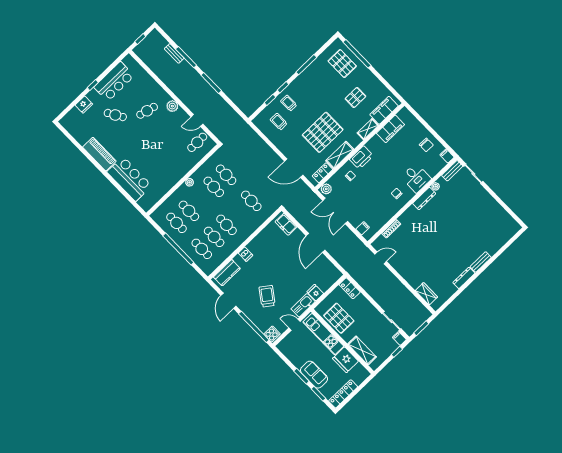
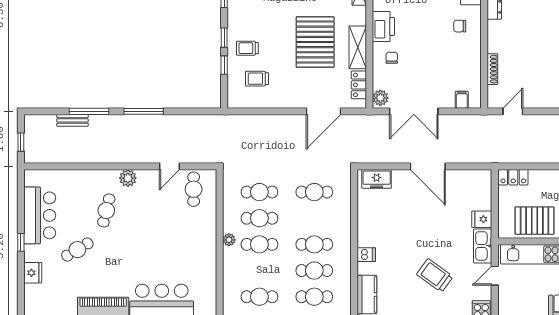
cafe table: (189, 211) -> (259, 244), moved

